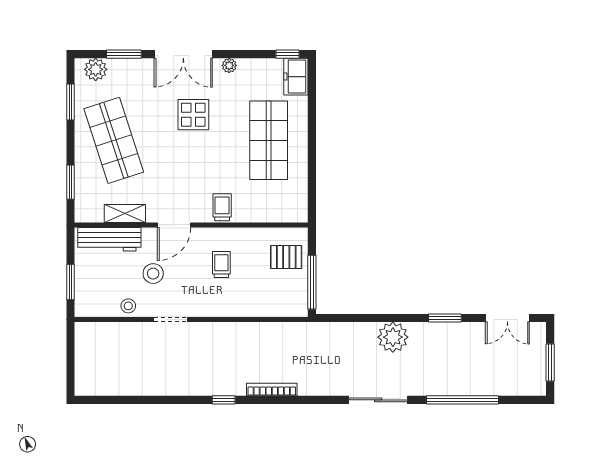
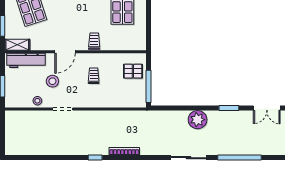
shelving: (125, 213) -> (17, 45), moved

